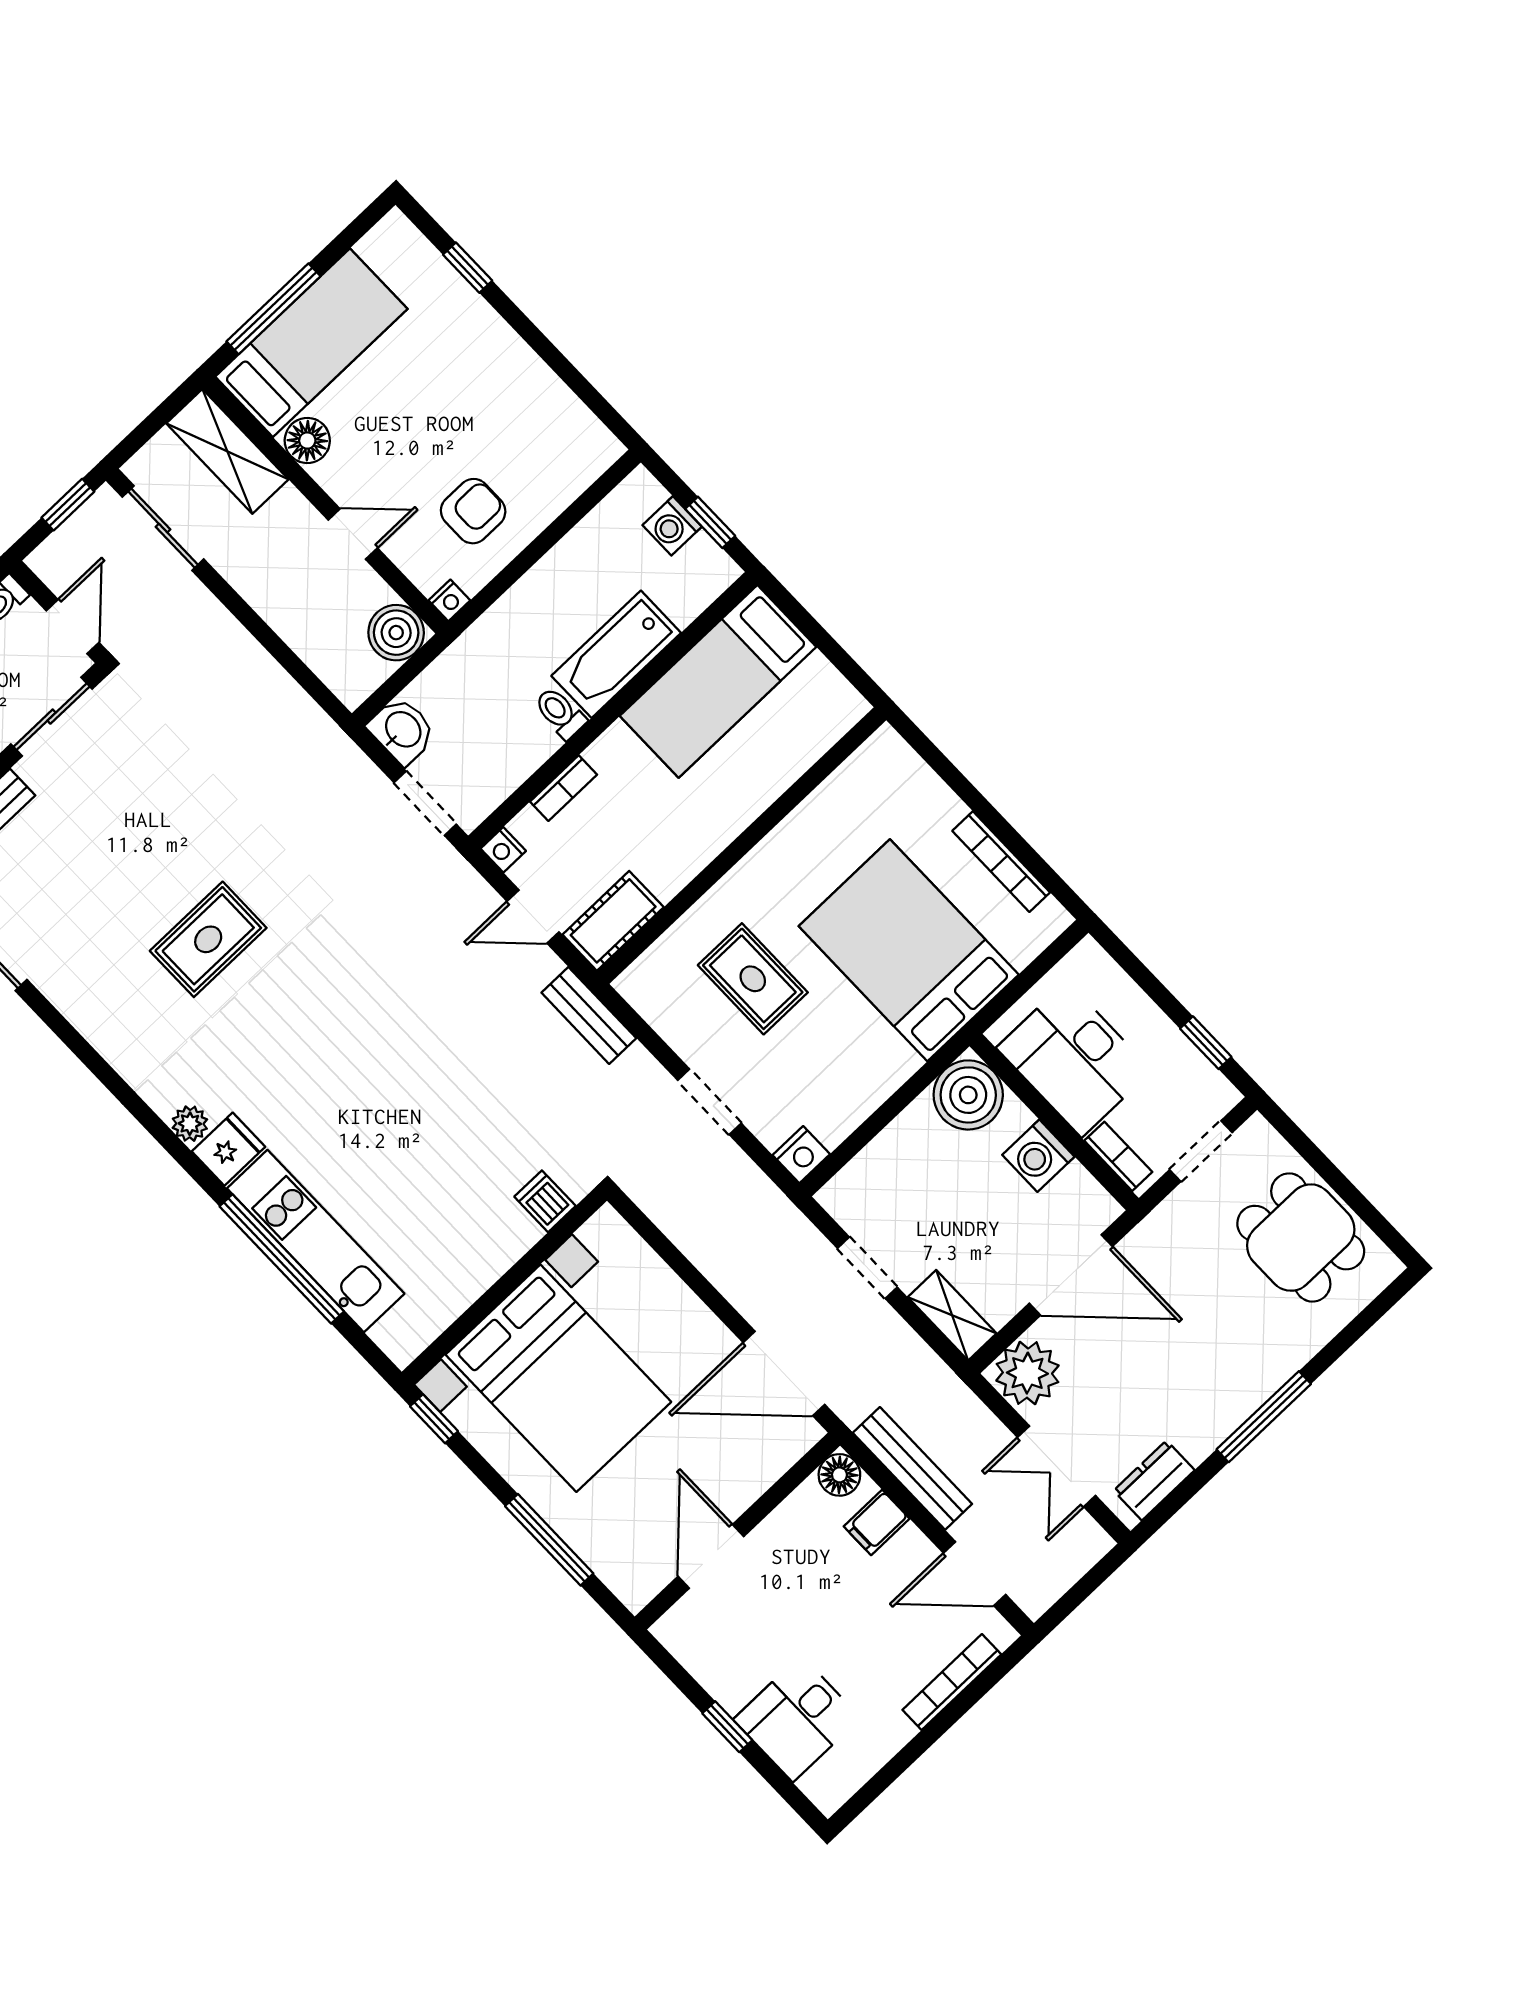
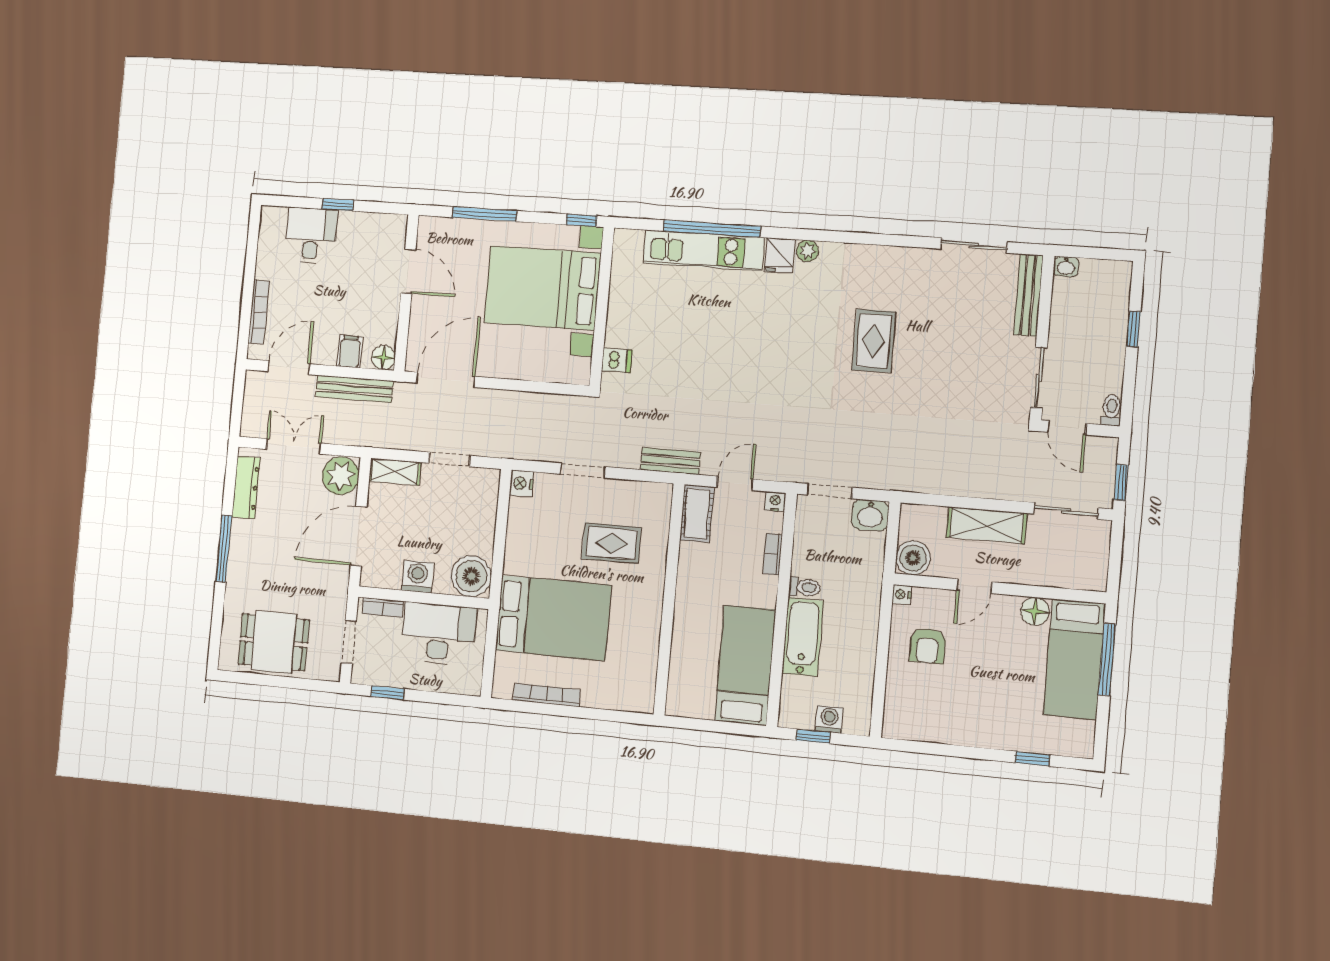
shelving: (227, 451) -> (987, 525), moved
dresser: (1154, 1480) -> (246, 488), width x1.44

